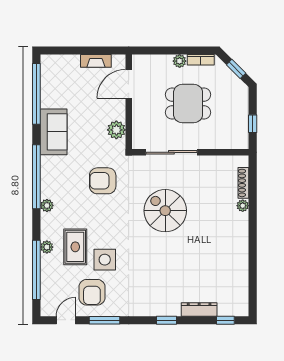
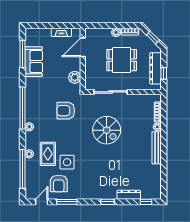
window: (36, 94) -> (22, 54), width x0.68
dresser: (240, 116) -> (156, 68), added
sofa: (54, 132) -> (34, 62), moved
spiral stairs: (165, 211) -> (107, 130), turned 180
bench: (242, 238) -> (157, 148), added

